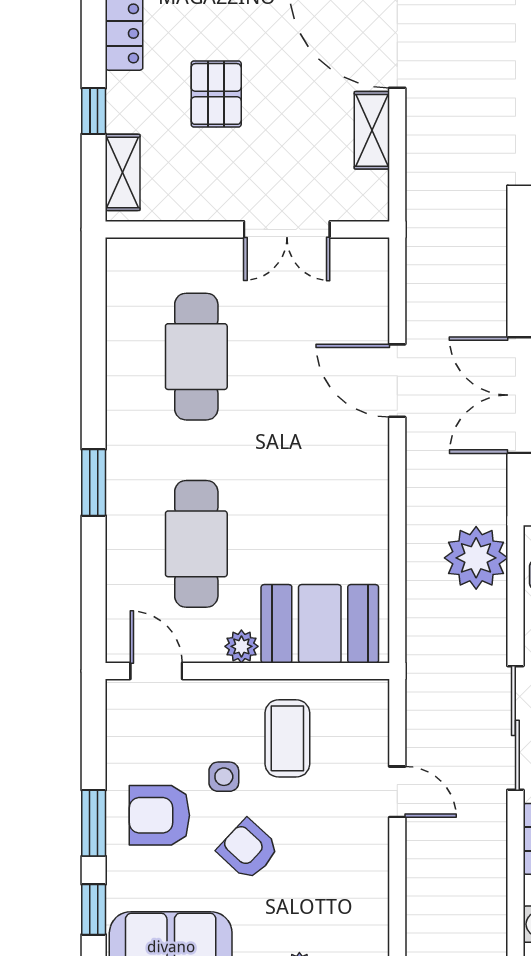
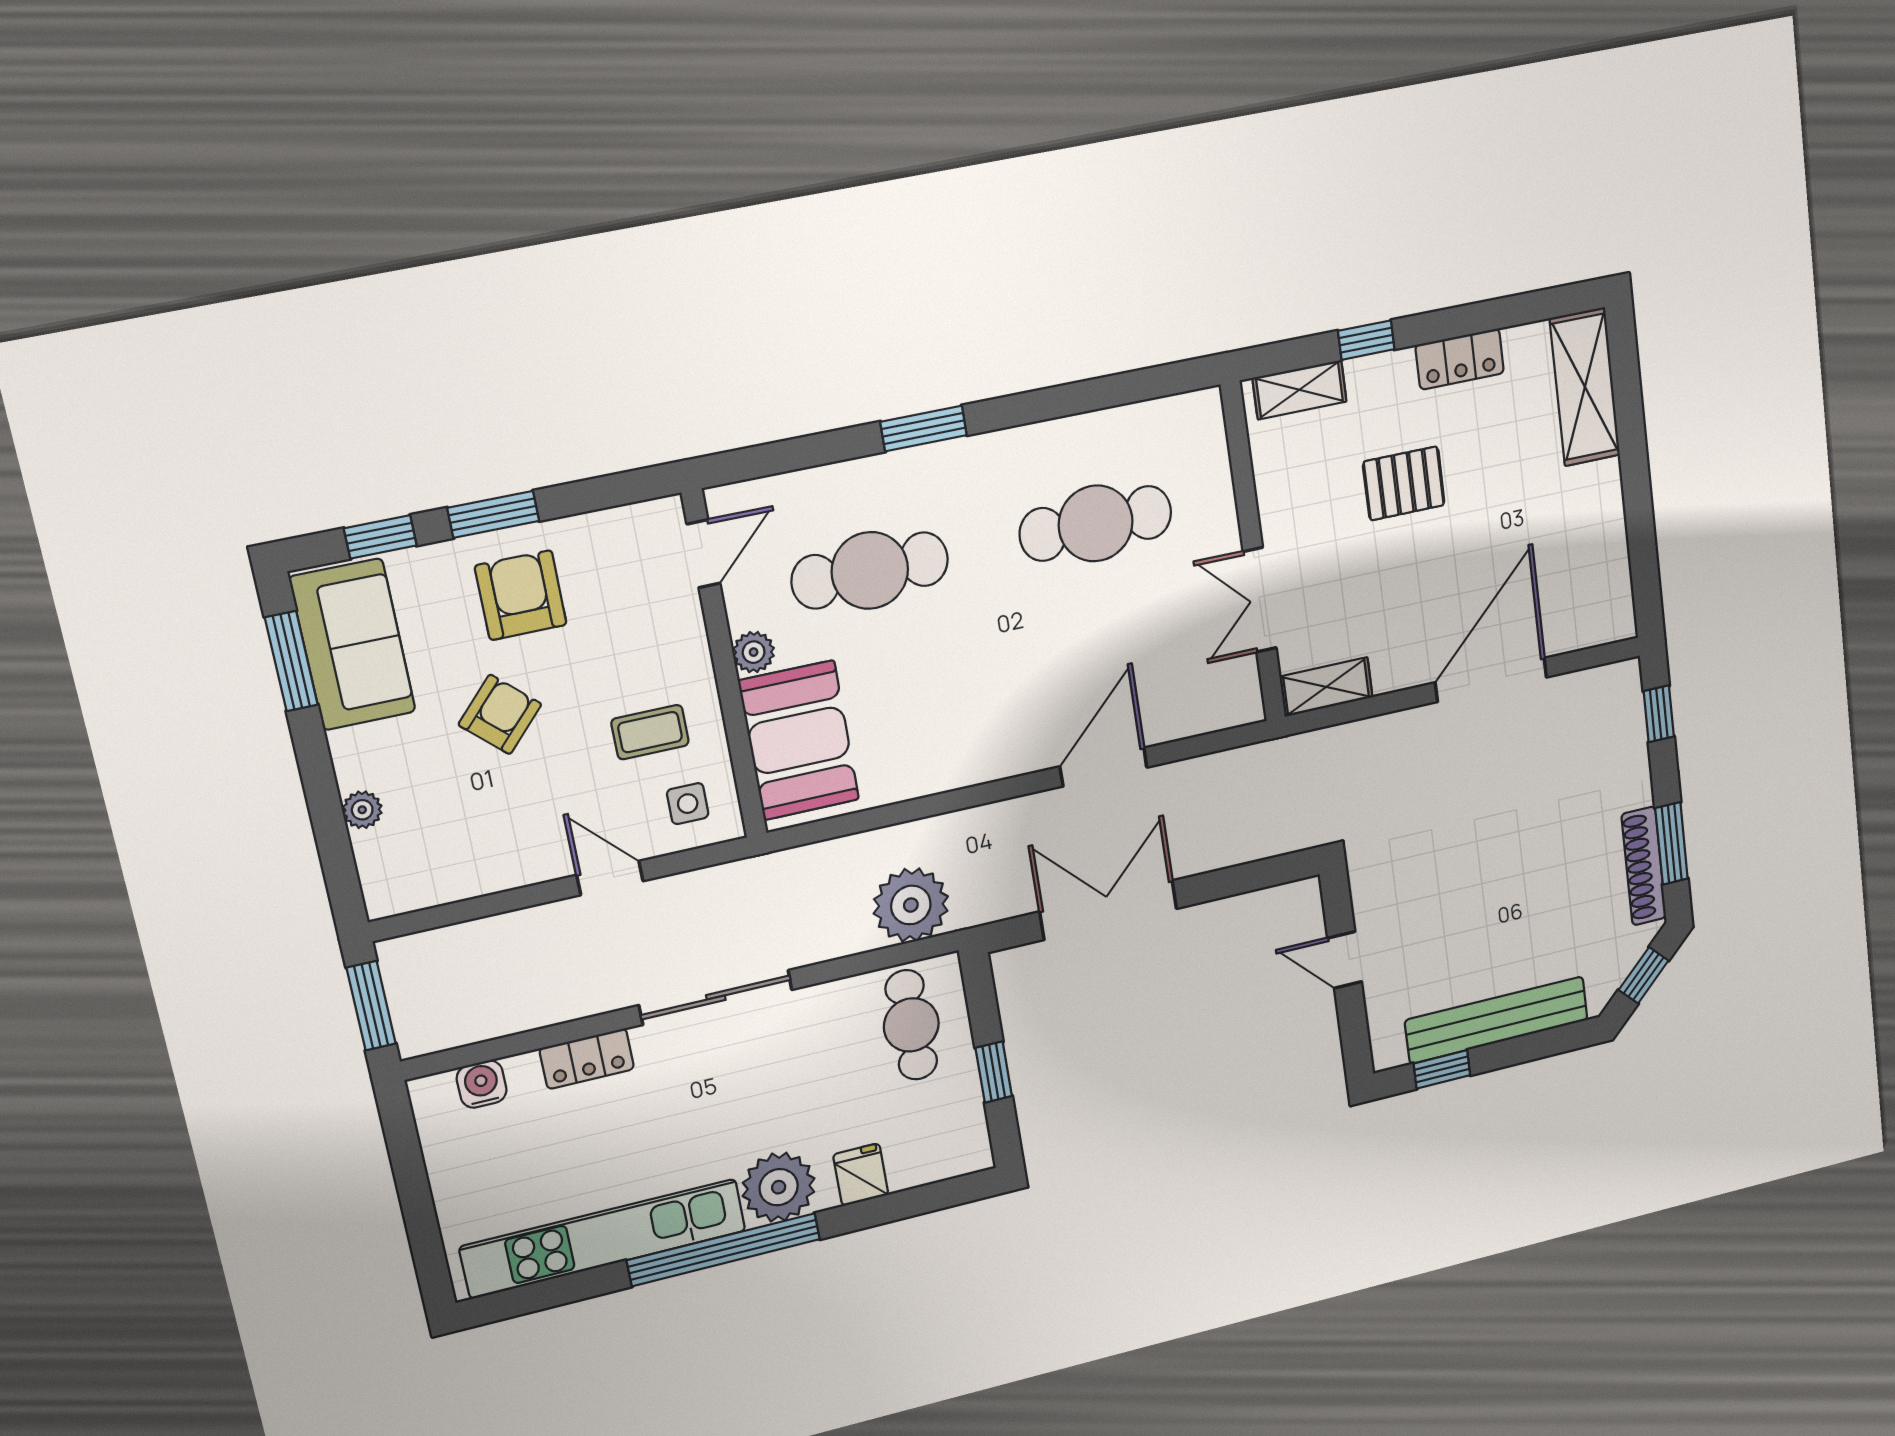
shelving: (372, 130) -> (1326, 687), moved
coffee table: (287, 738) -> (650, 732), width x0.73, depth x0.77
side table: (224, 777) -> (688, 804), moved
door: (397, 792) -> (610, 878), swing flipped

